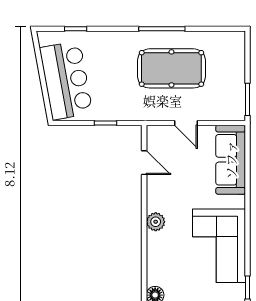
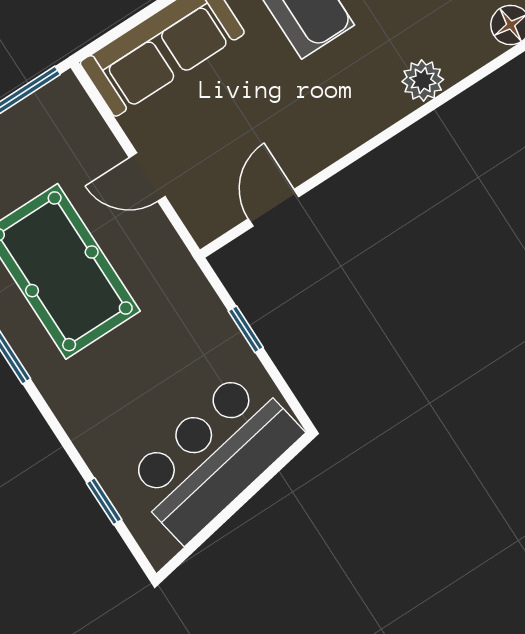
door: (186, 123) -> (147, 177), swing flipped
plant: (156, 222) -> (423, 80), moved

